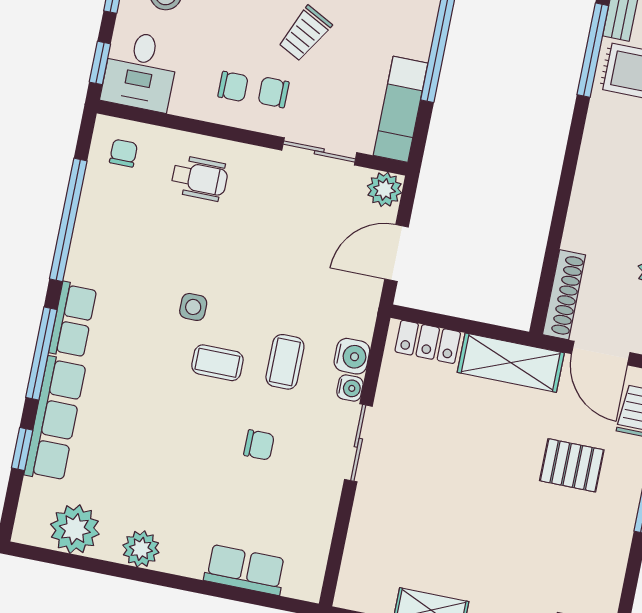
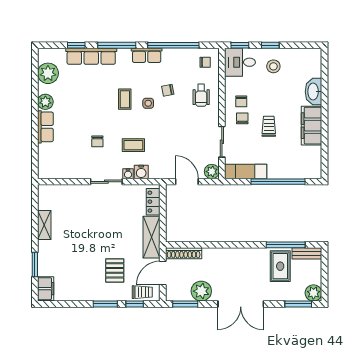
trolley: (305, 34) -> (269, 126), turned 62
chair: (172, 255) -> (168, 90), added
row of seats: (73, 320) -> (147, 55), moved
coffee table: (217, 363) -> (125, 99), moved
row of seats: (245, 570) -> (45, 127), moved

